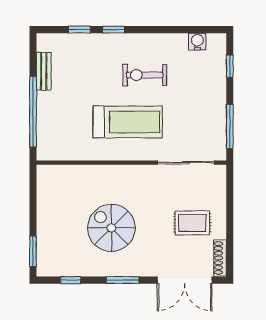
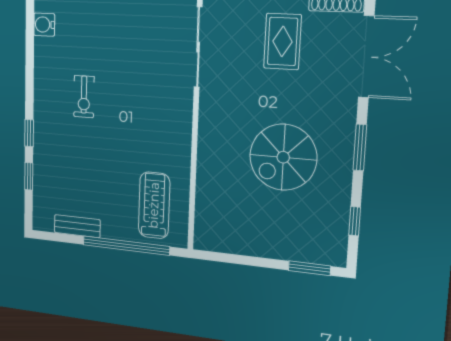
exercise bike: (145, 75) -> (84, 97), width x0.73, depth x0.72
treadmill: (128, 122) -> (154, 205), moved, width x0.73, depth x0.73

